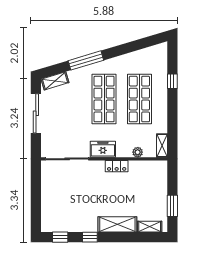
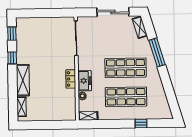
freezer: (103, 149) -> (85, 81), moved
window: (172, 206) -> (39, 125), removed

